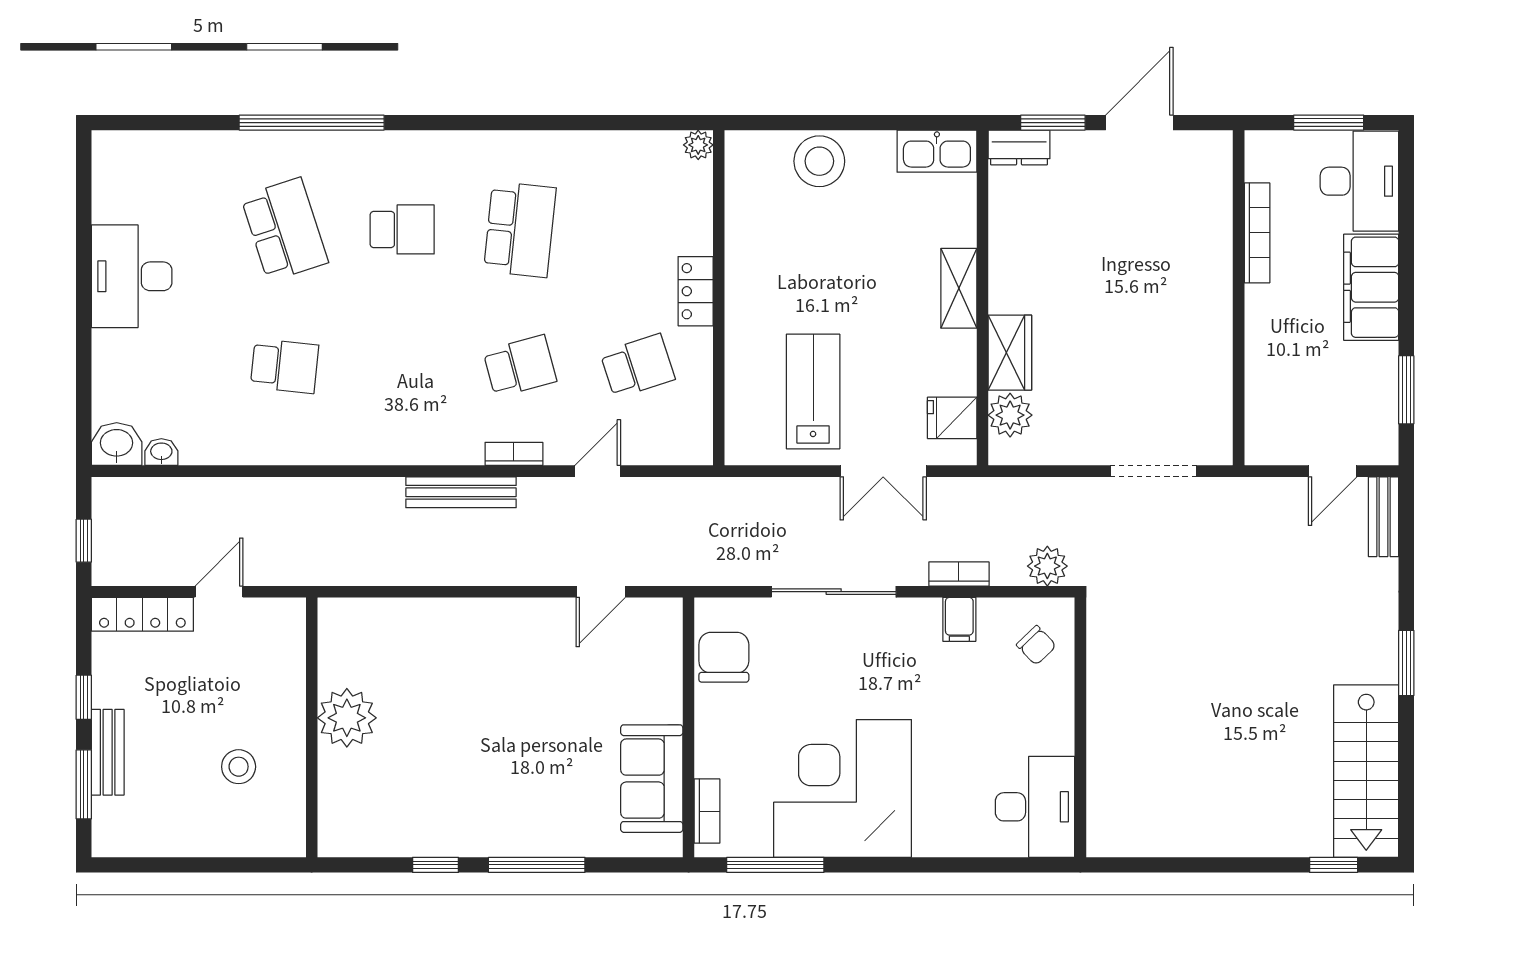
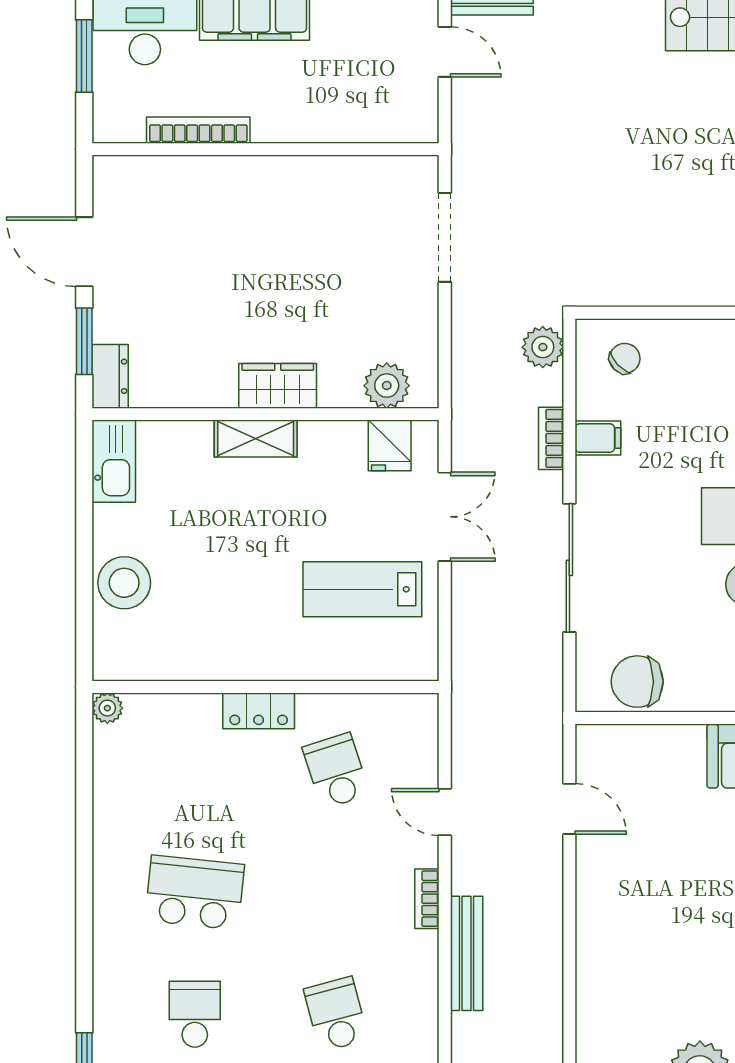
wardrobe: (1010, 353) -> (278, 386), moved
school desk: (520, 366) -> (336, 1014), moved

